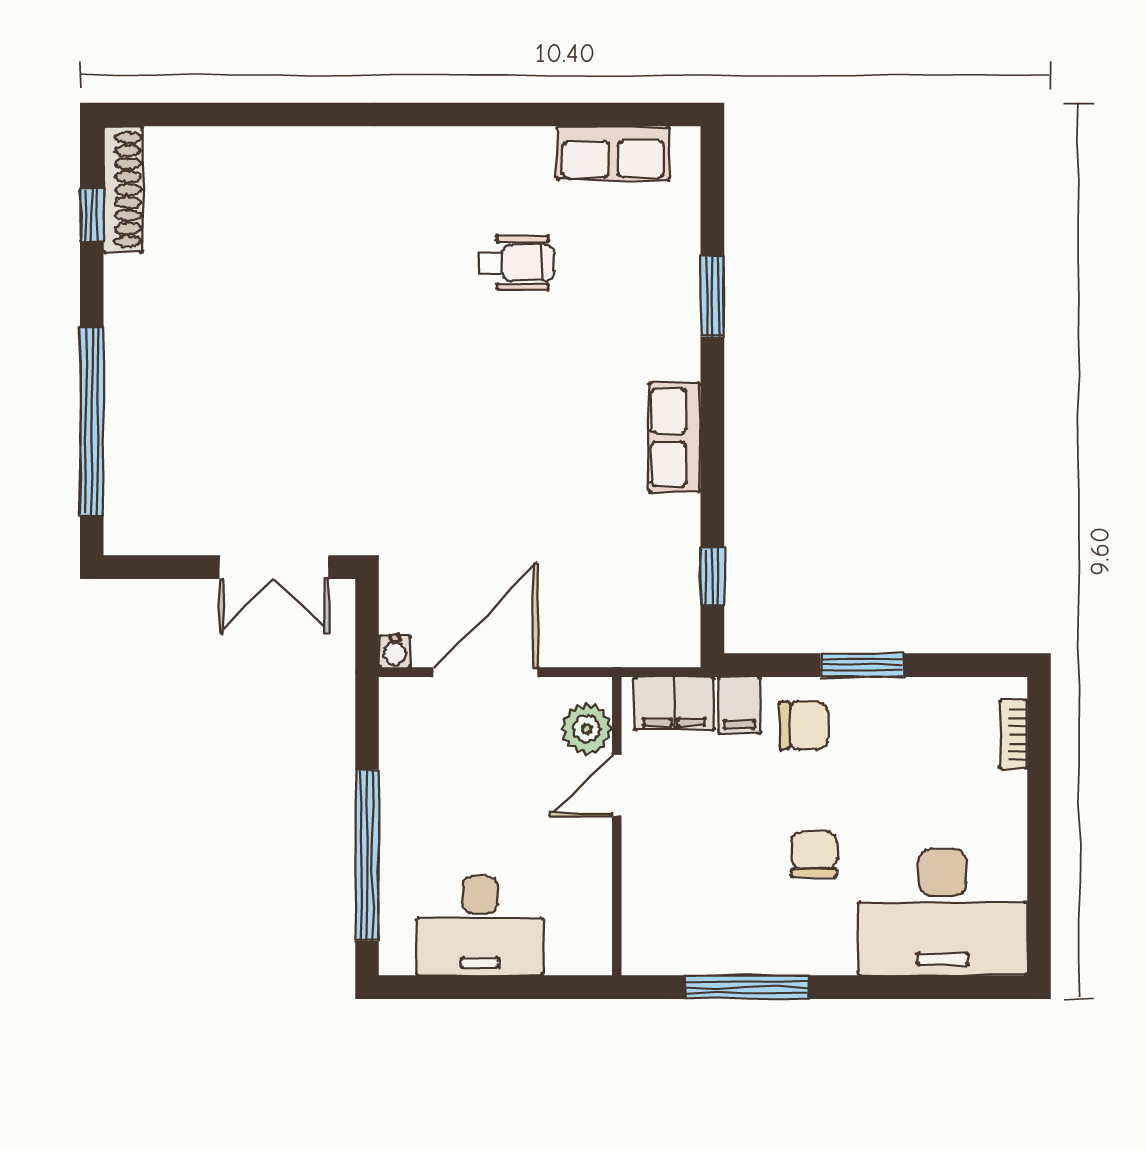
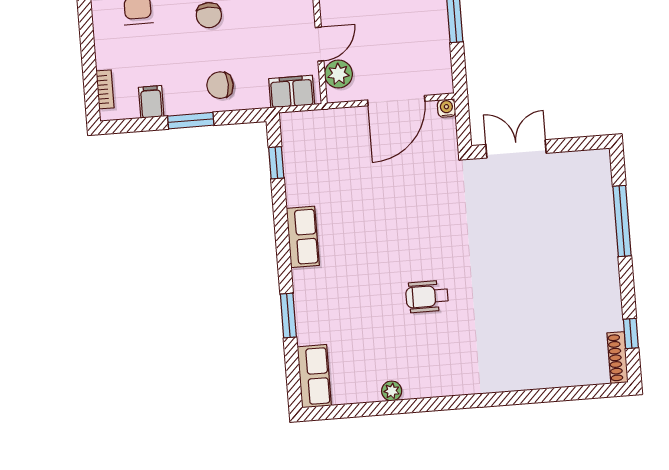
plant: (535, 144) -> (392, 391), added
row of seats: (613, 153) -> (314, 376), moved, turned 90
shoe rack: (123, 189) -> (618, 358), width x0.74, depth x0.81
wheelchair: (517, 263) -> (427, 296), moved
window: (92, 421) -> (622, 221), width x0.68
filing cabinet: (739, 705) -> (151, 102), moved

